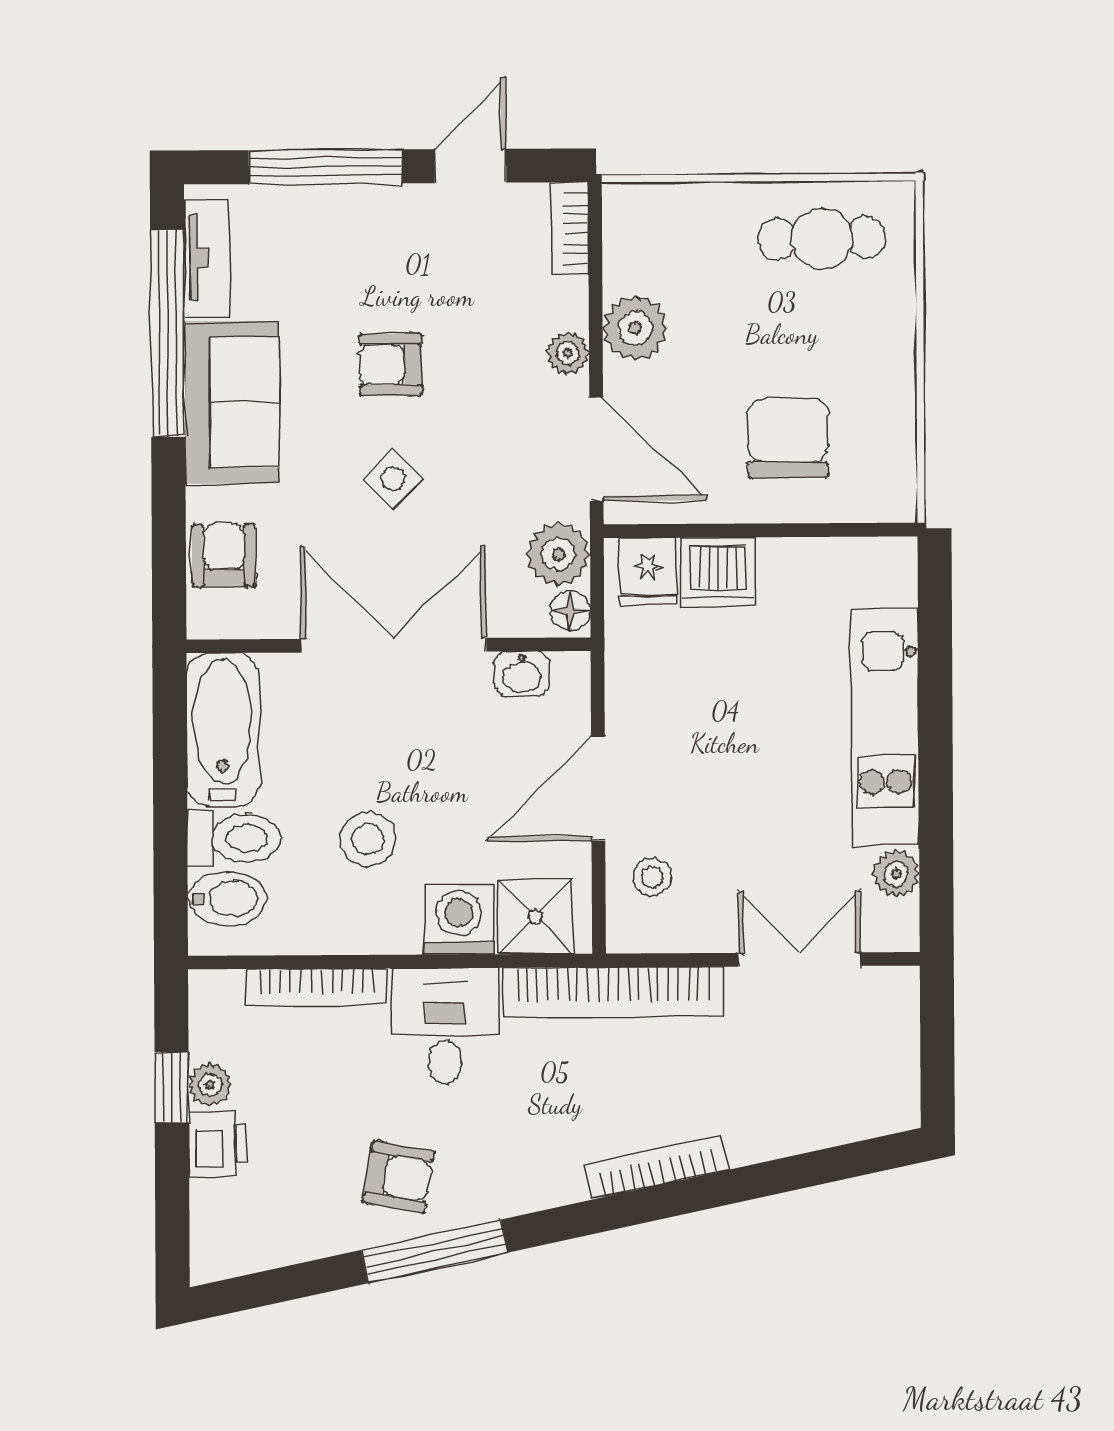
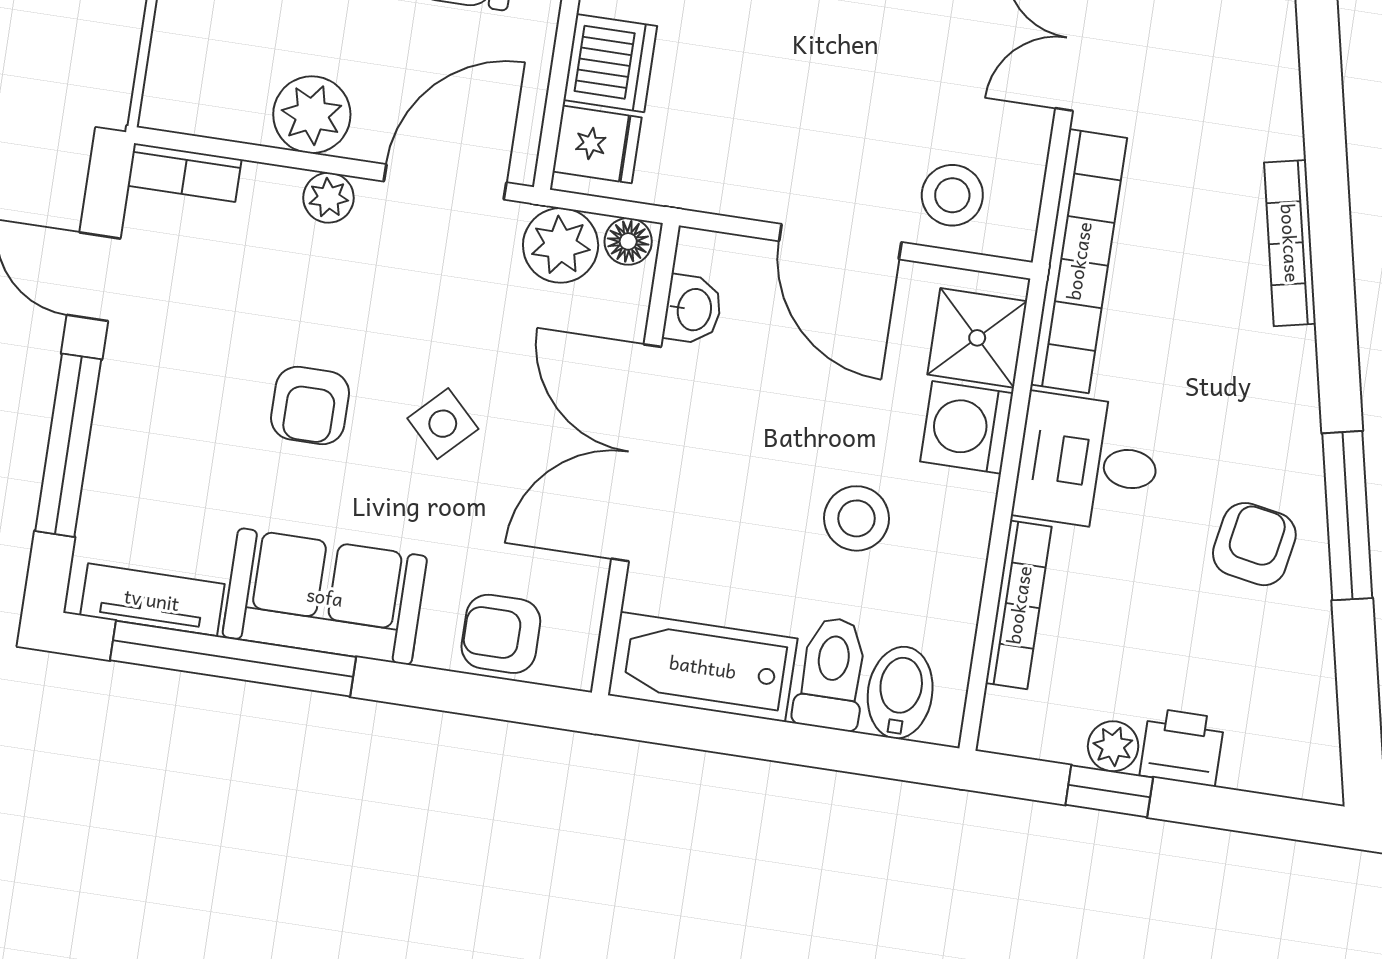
stool: (652, 877) -> (952, 195), width x1.37, depth x1.37

